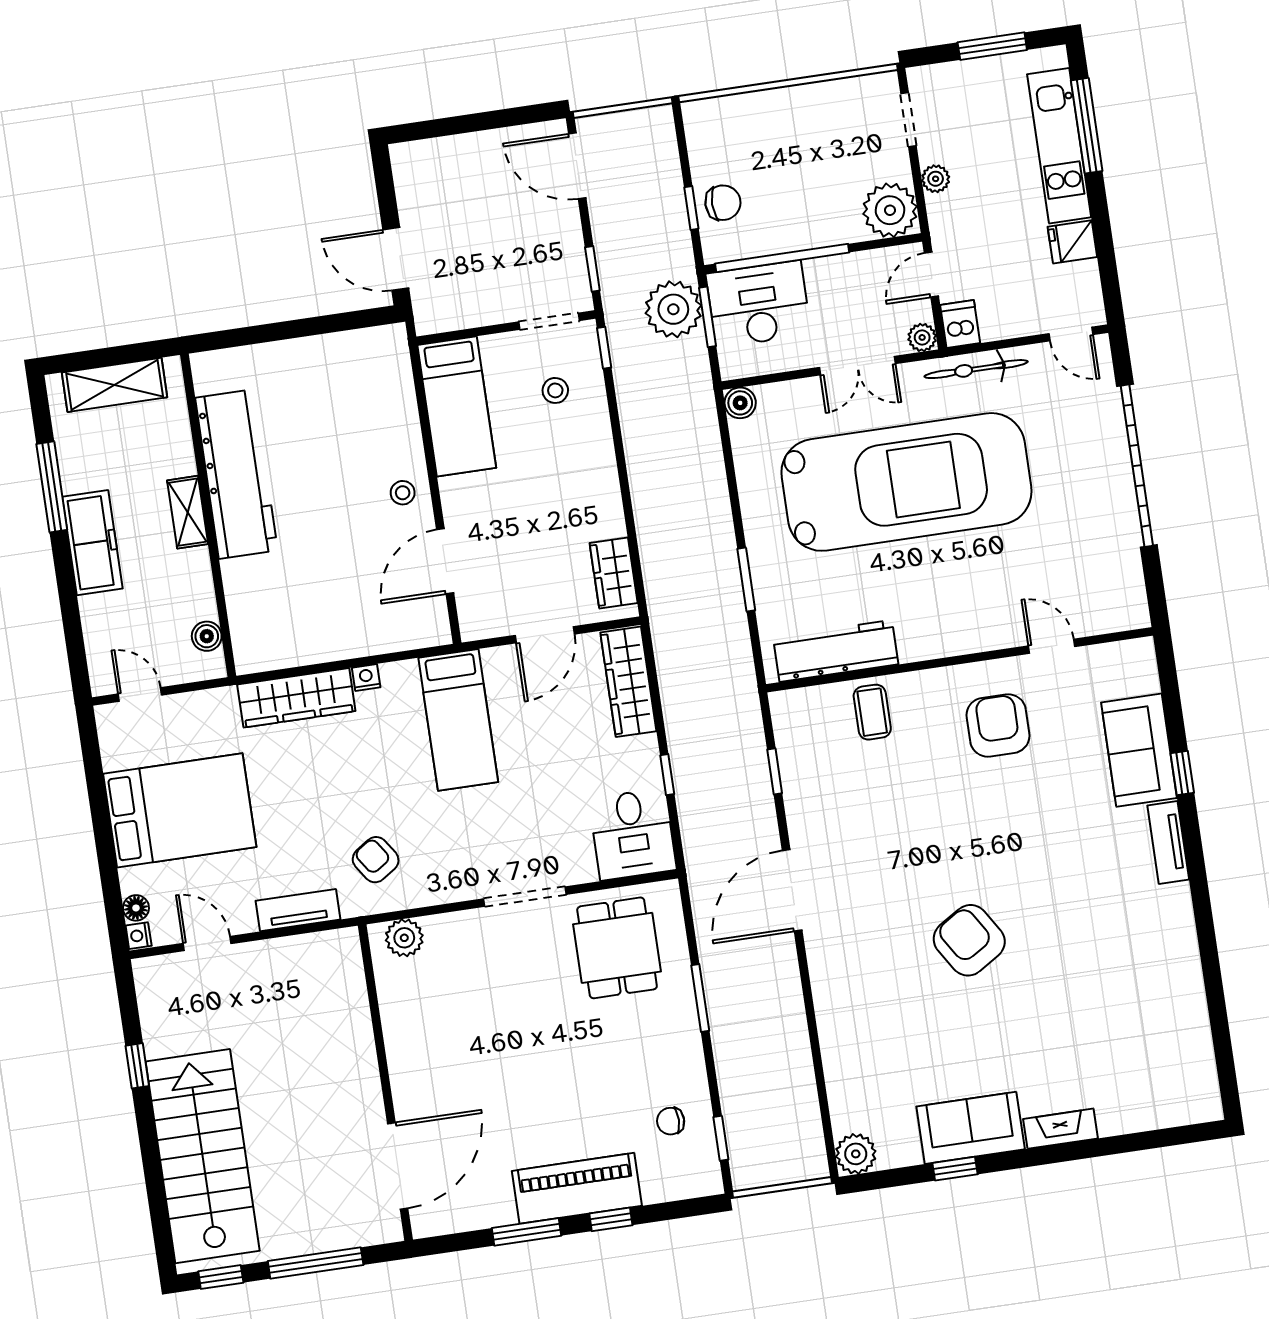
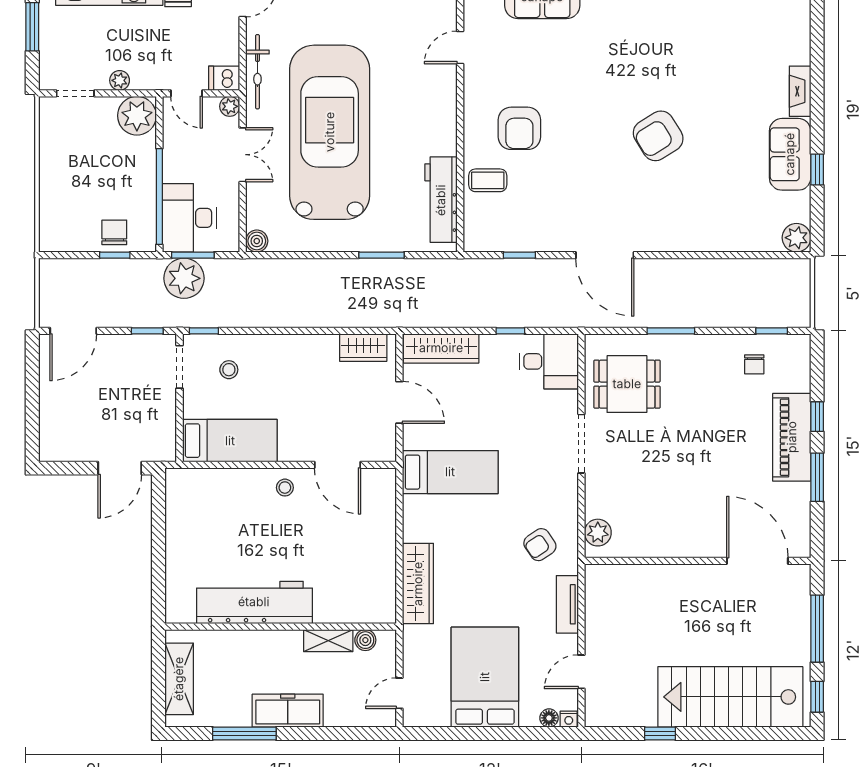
shelving: (188, 512) -> (328, 641), moved
nightstand: (366, 677) -> (411, 532), removed
armchair: (998, 725) -> (519, 128), moved, turned -90

